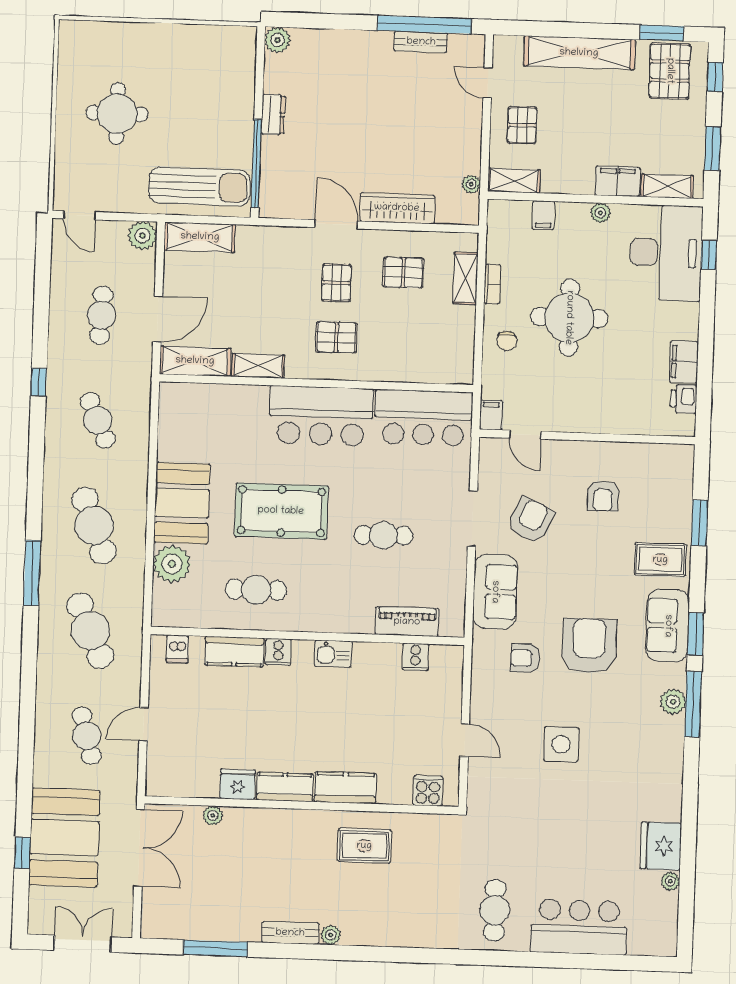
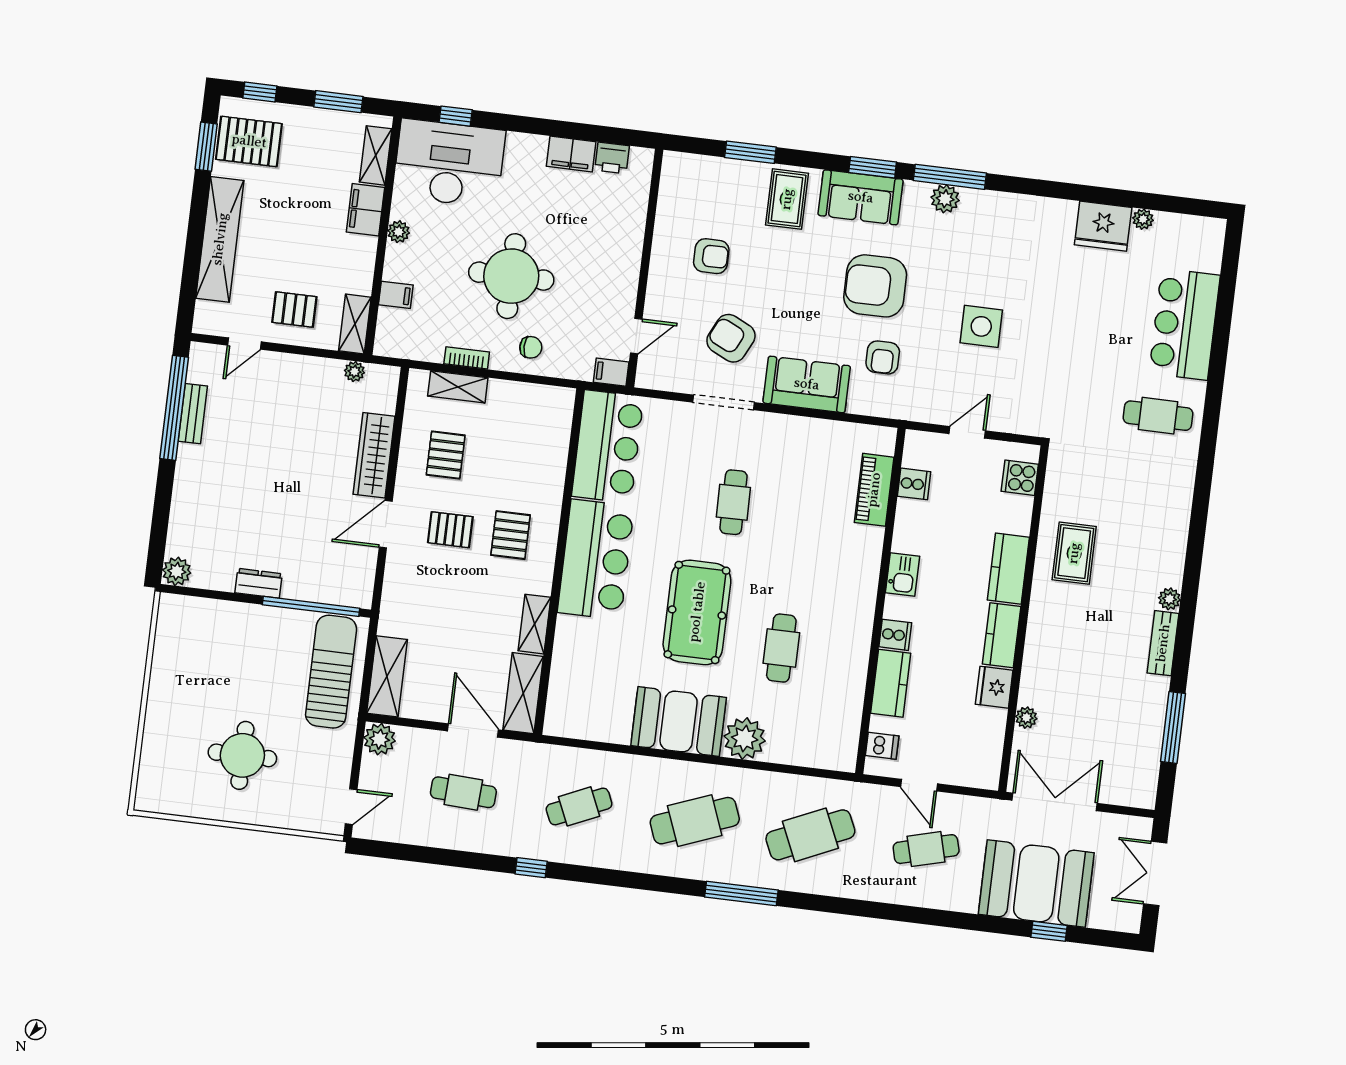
piano: (407, 622) -> (874, 490), moved
wall: (307, 636) -> (880, 601), moved
dishwasher: (177, 649) -> (882, 746), moved
kitchen counter: (234, 652) -> (891, 683), moved
cooker: (278, 652) -> (895, 635), moved
kitchen sink: (333, 654) -> (903, 575), moved
cooker: (415, 657) -> (914, 484), moved

